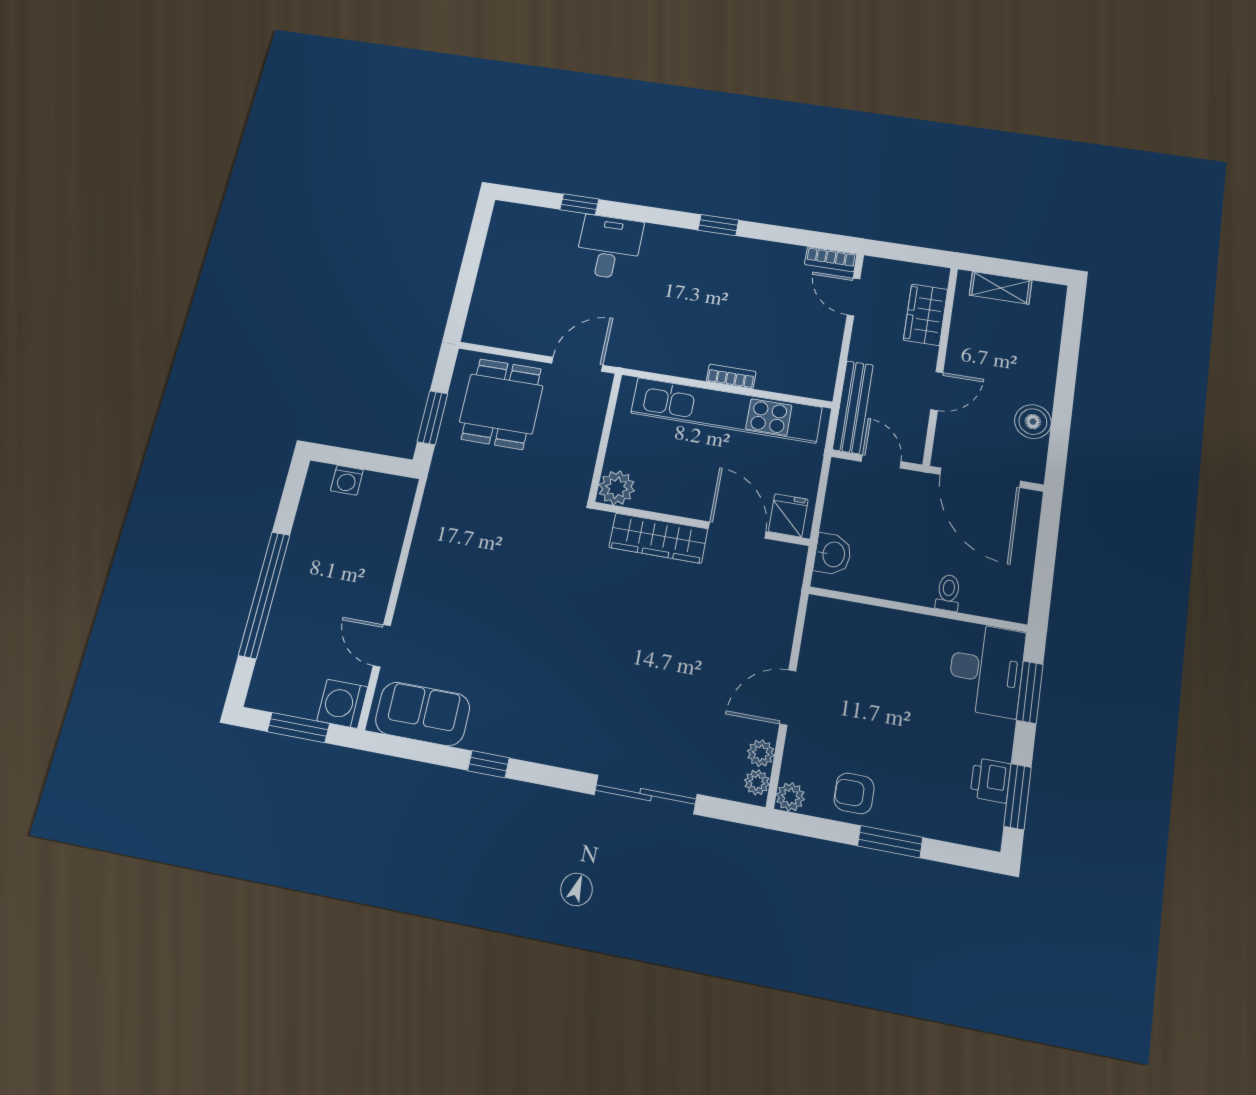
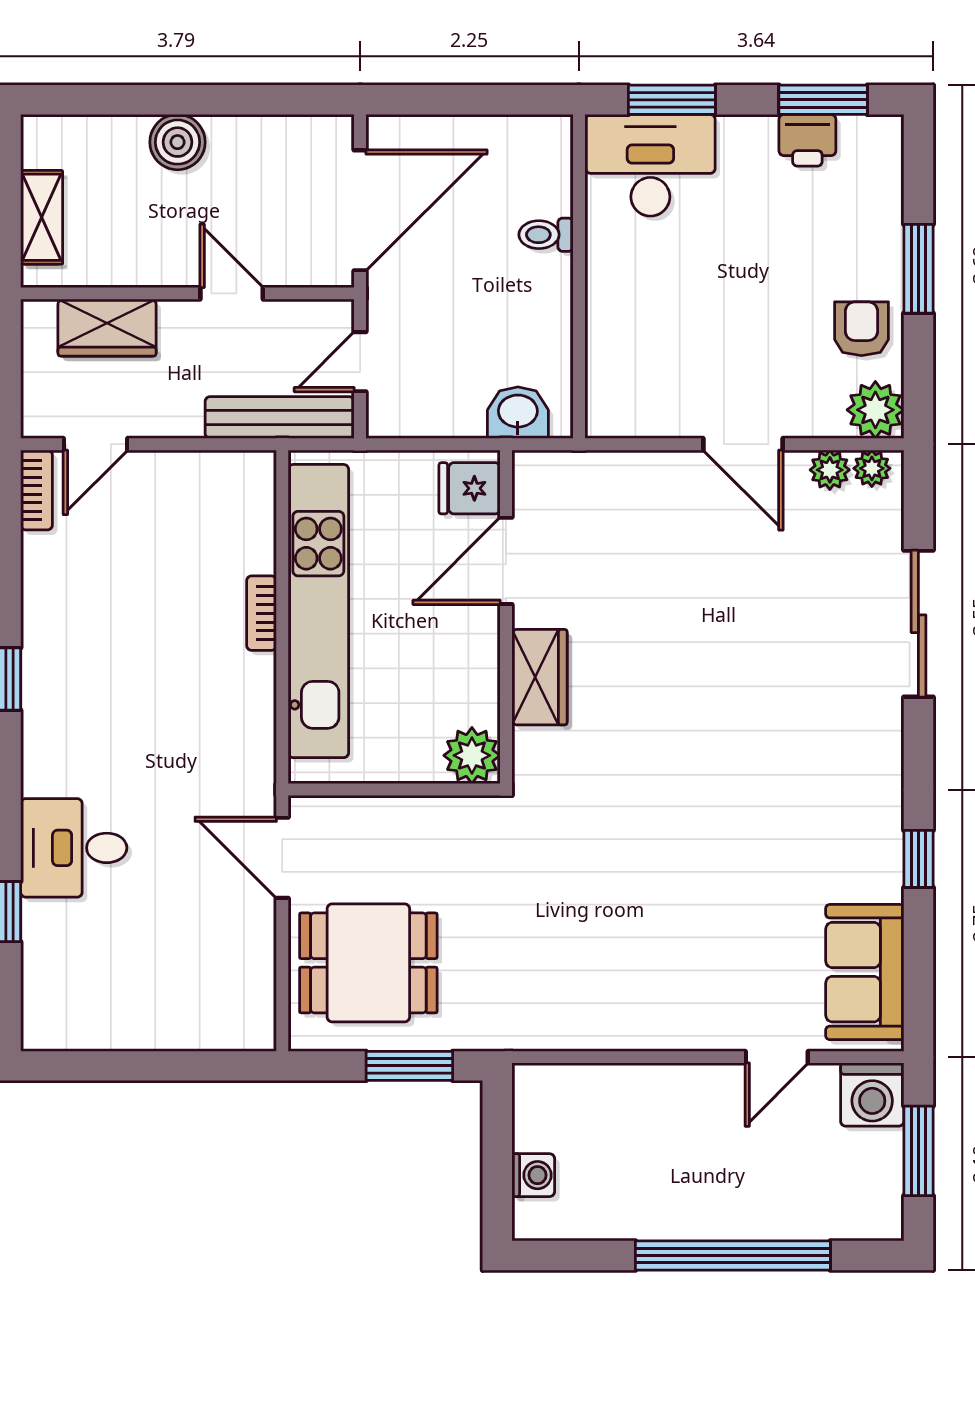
boiler: (1033, 422) -> (178, 142), moved
wardrobe: (658, 538) -> (540, 677), width x0.67
armchair: (854, 793) -> (862, 329), turned 180
plant: (790, 797) -> (875, 410), width x1.38, depth x1.38

